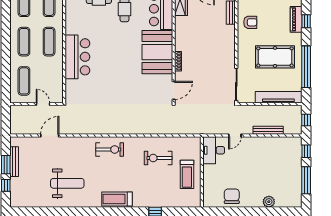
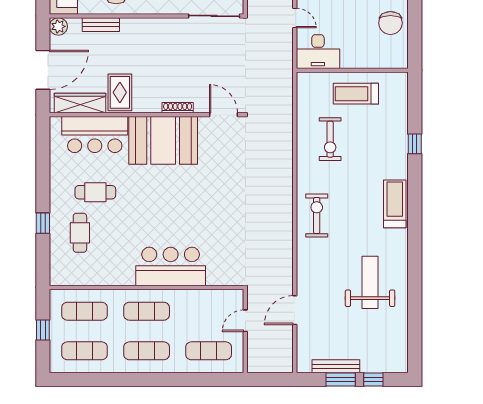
rug: (188, 25) -> (120, 92), added
door: (50, 135) -> (295, 310), hinge flipped
treadmill: (187, 174) -> (356, 94), turned 180
chair: (232, 196) -> (390, 23), turned -90
treadmill: (117, 199) -> (395, 204), turned 180

